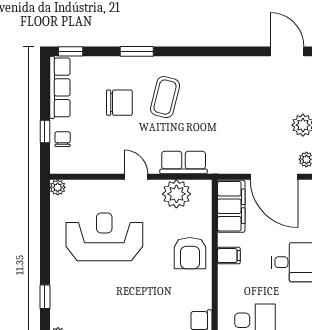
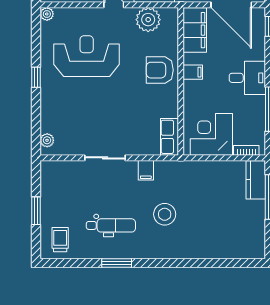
armchair: (190, 253) -> (160, 70), turned 90
window: (45, 297) -> (36, 77), moved

